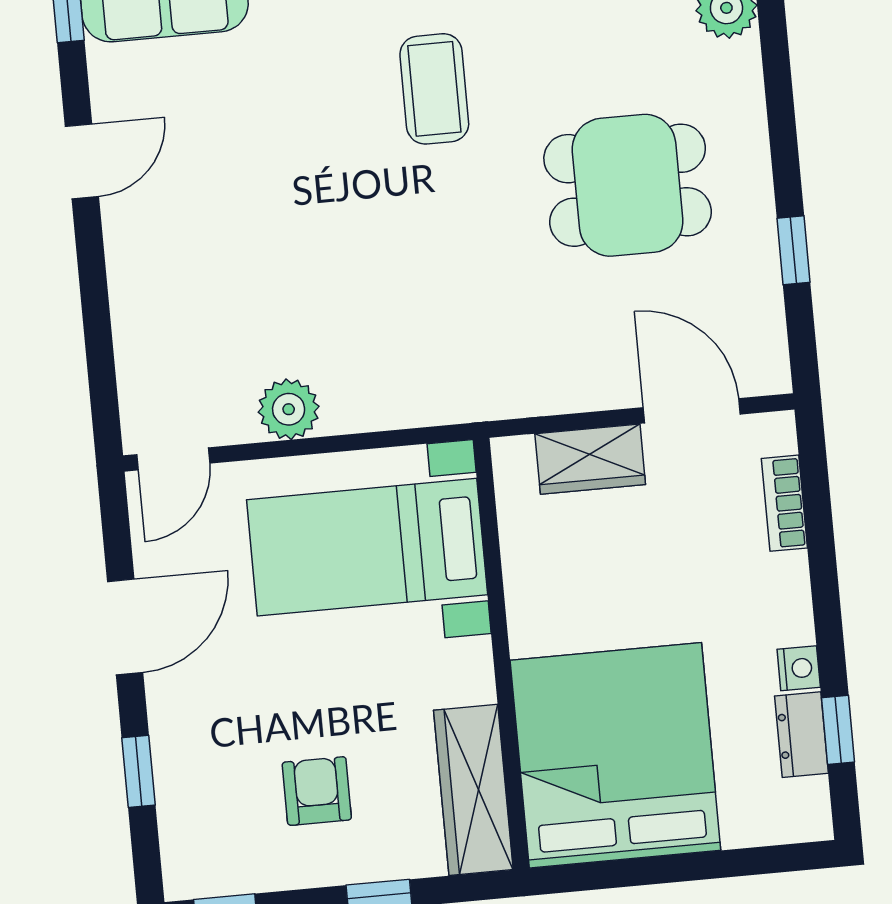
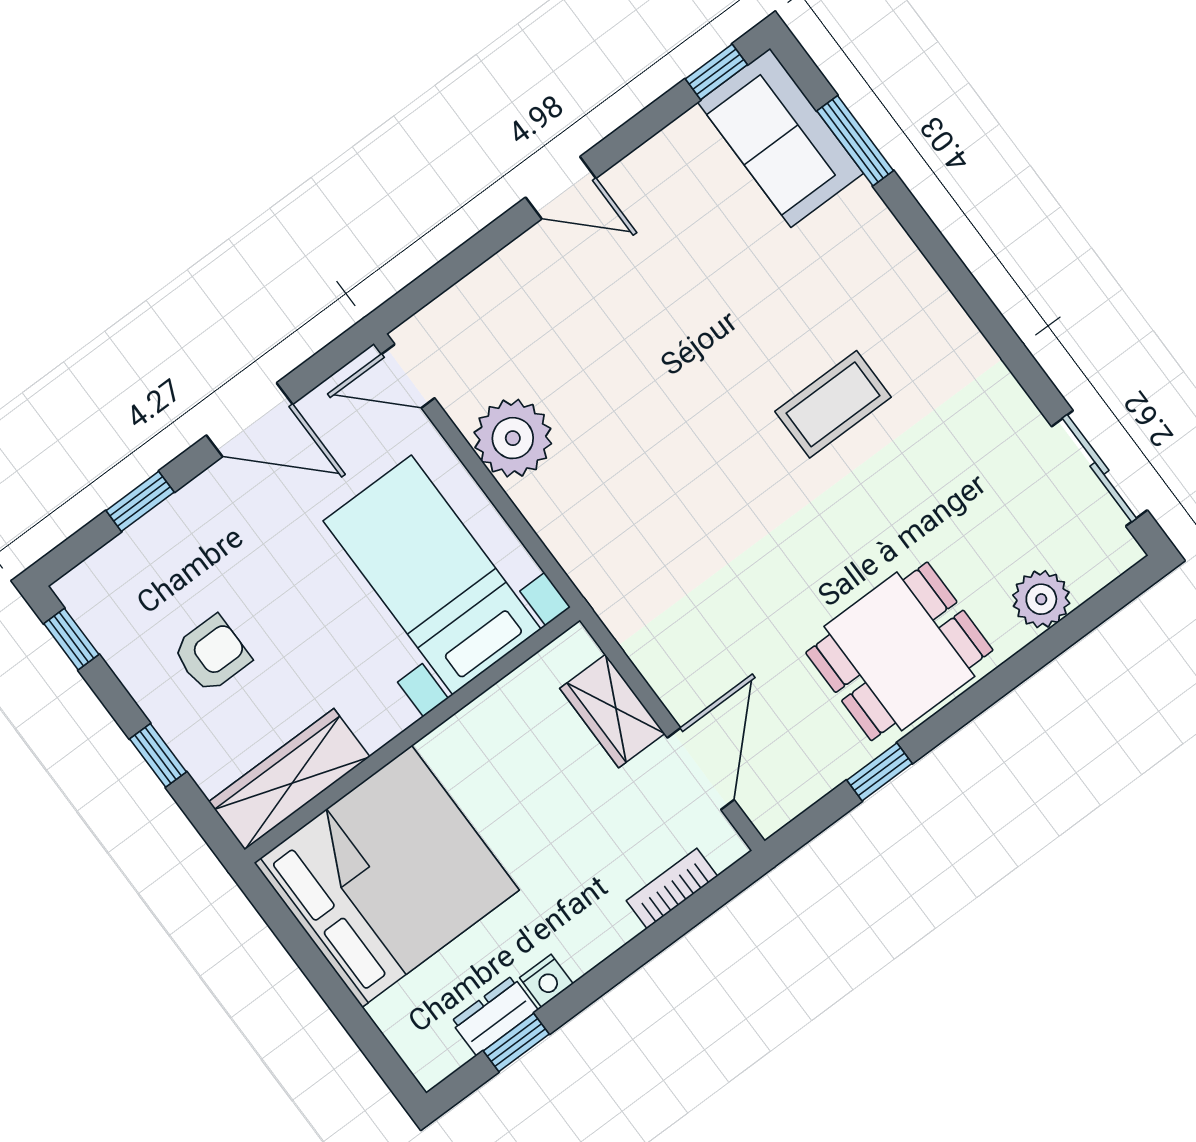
door: (82, 161) -> (561, 188), moved
dining table: (628, 185) -> (899, 651), moved, turned 90
plant: (289, 409) -> (513, 438), width x1.36, depth x1.36

